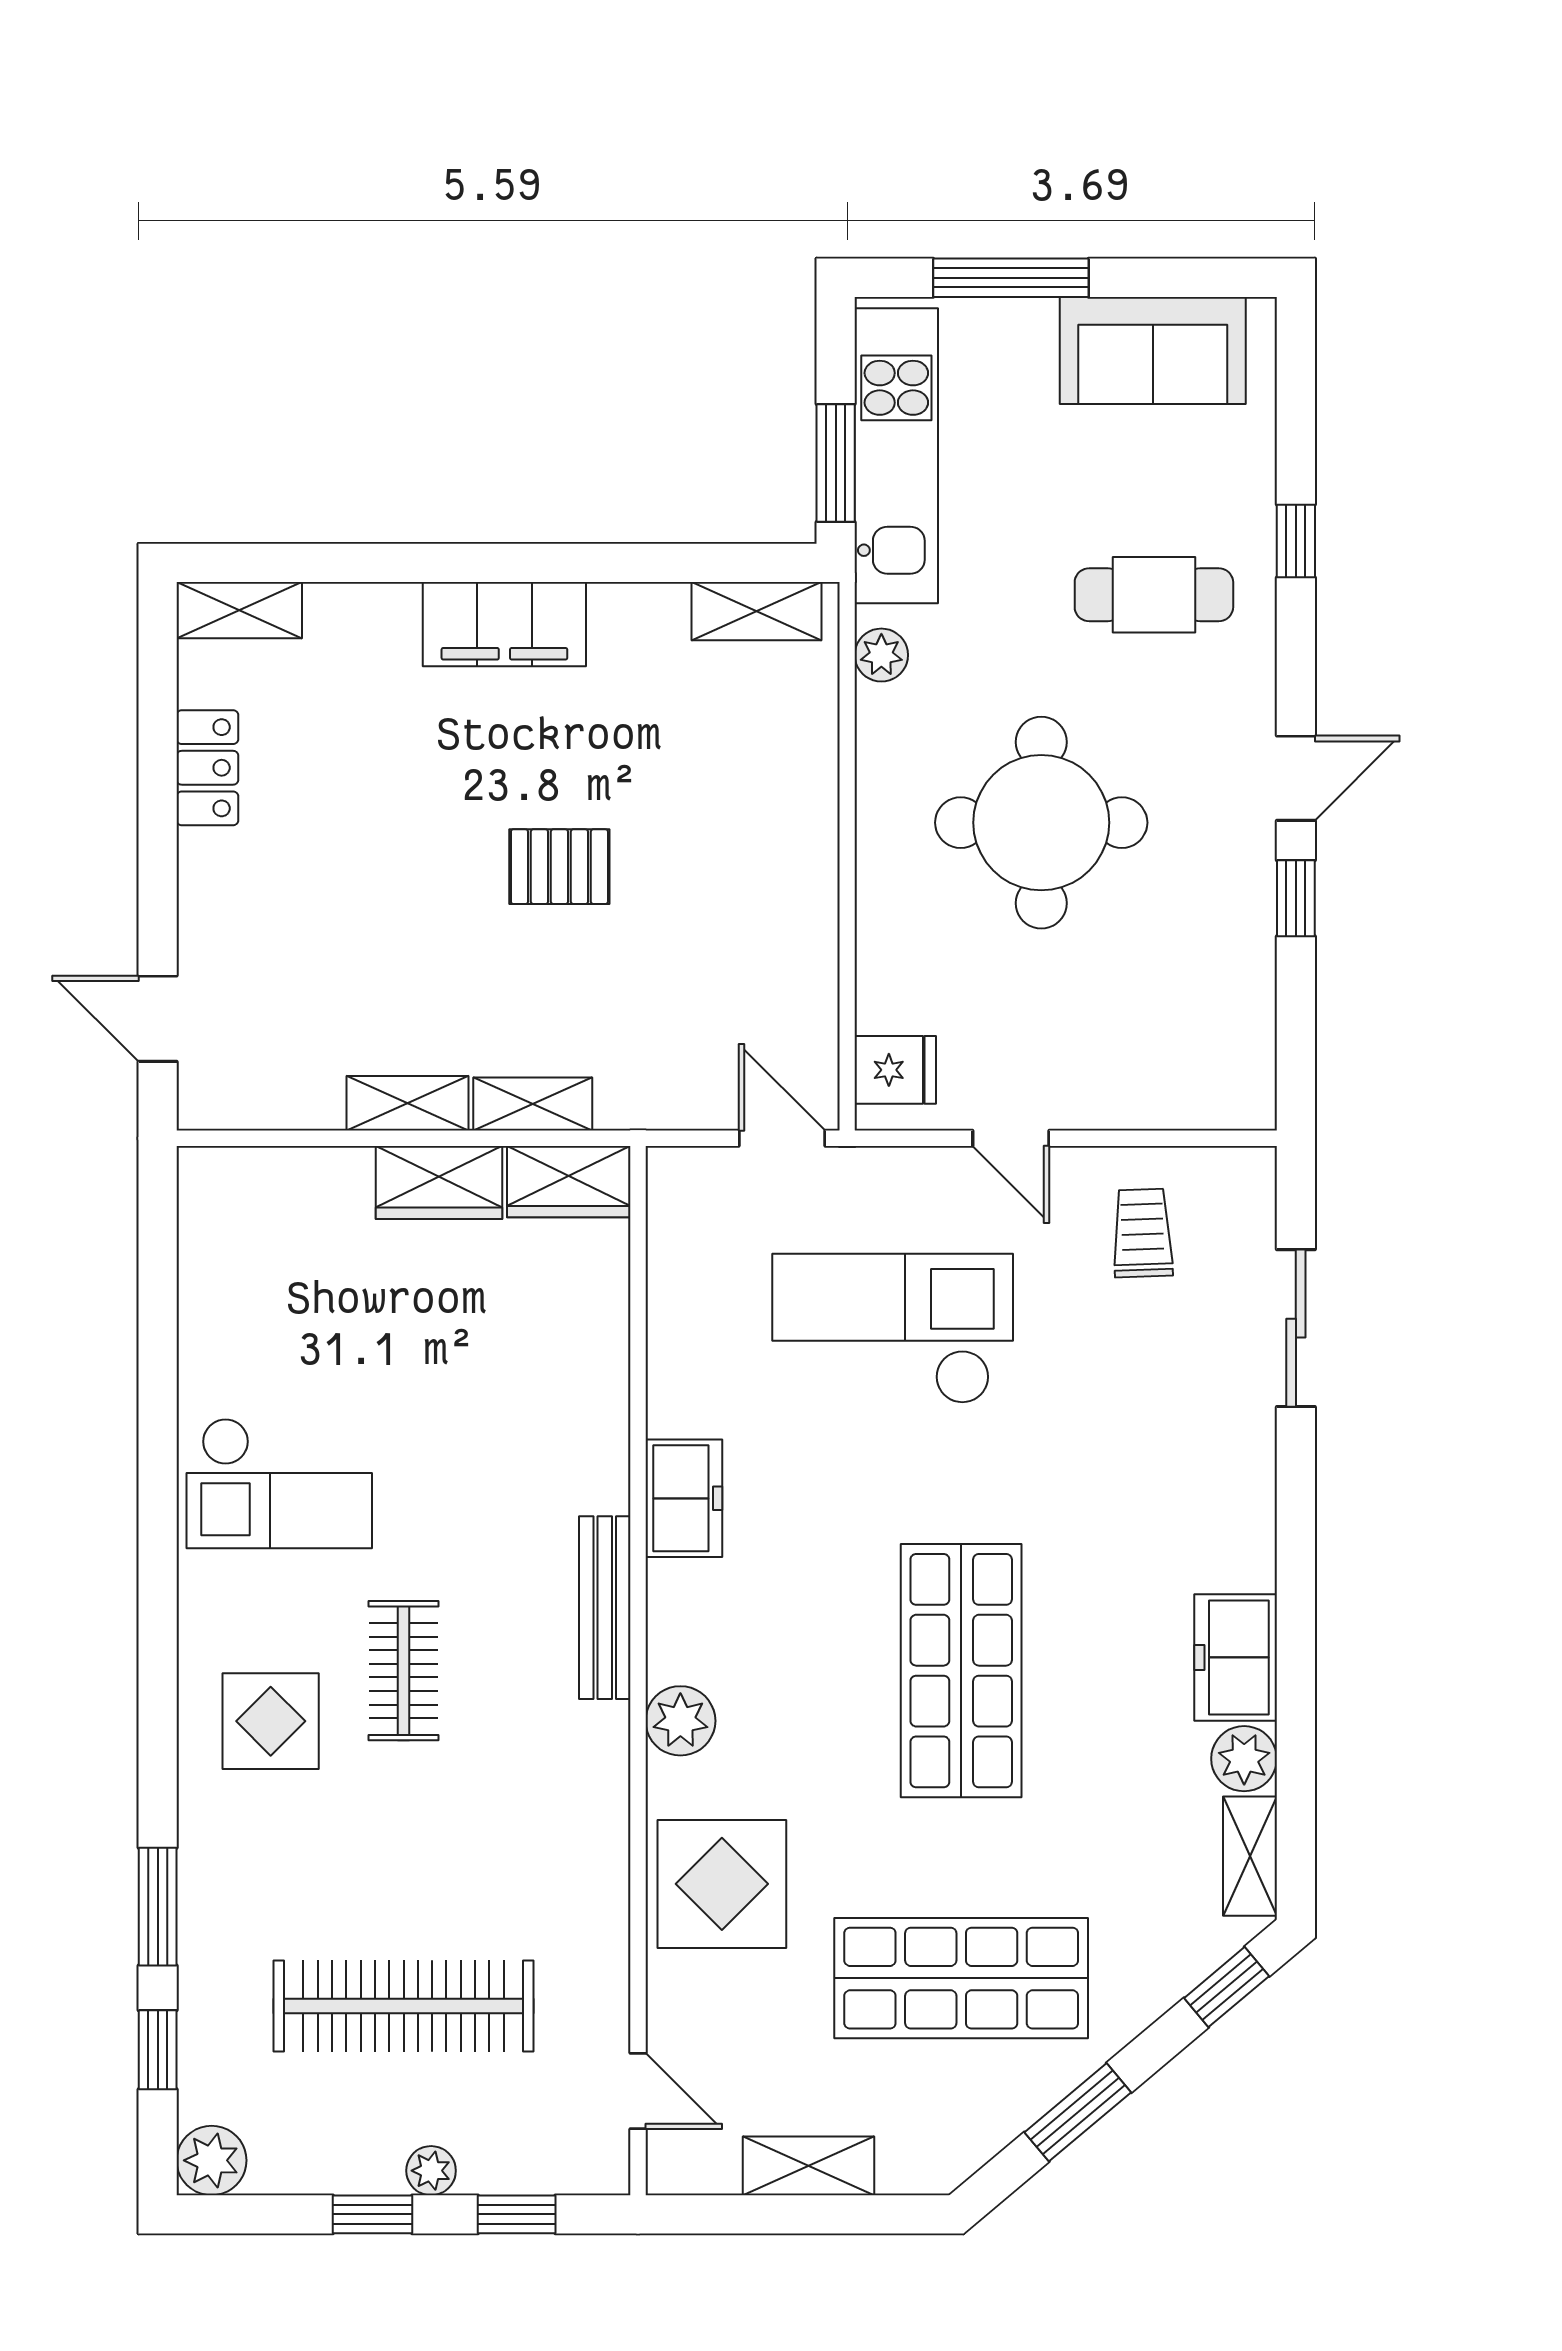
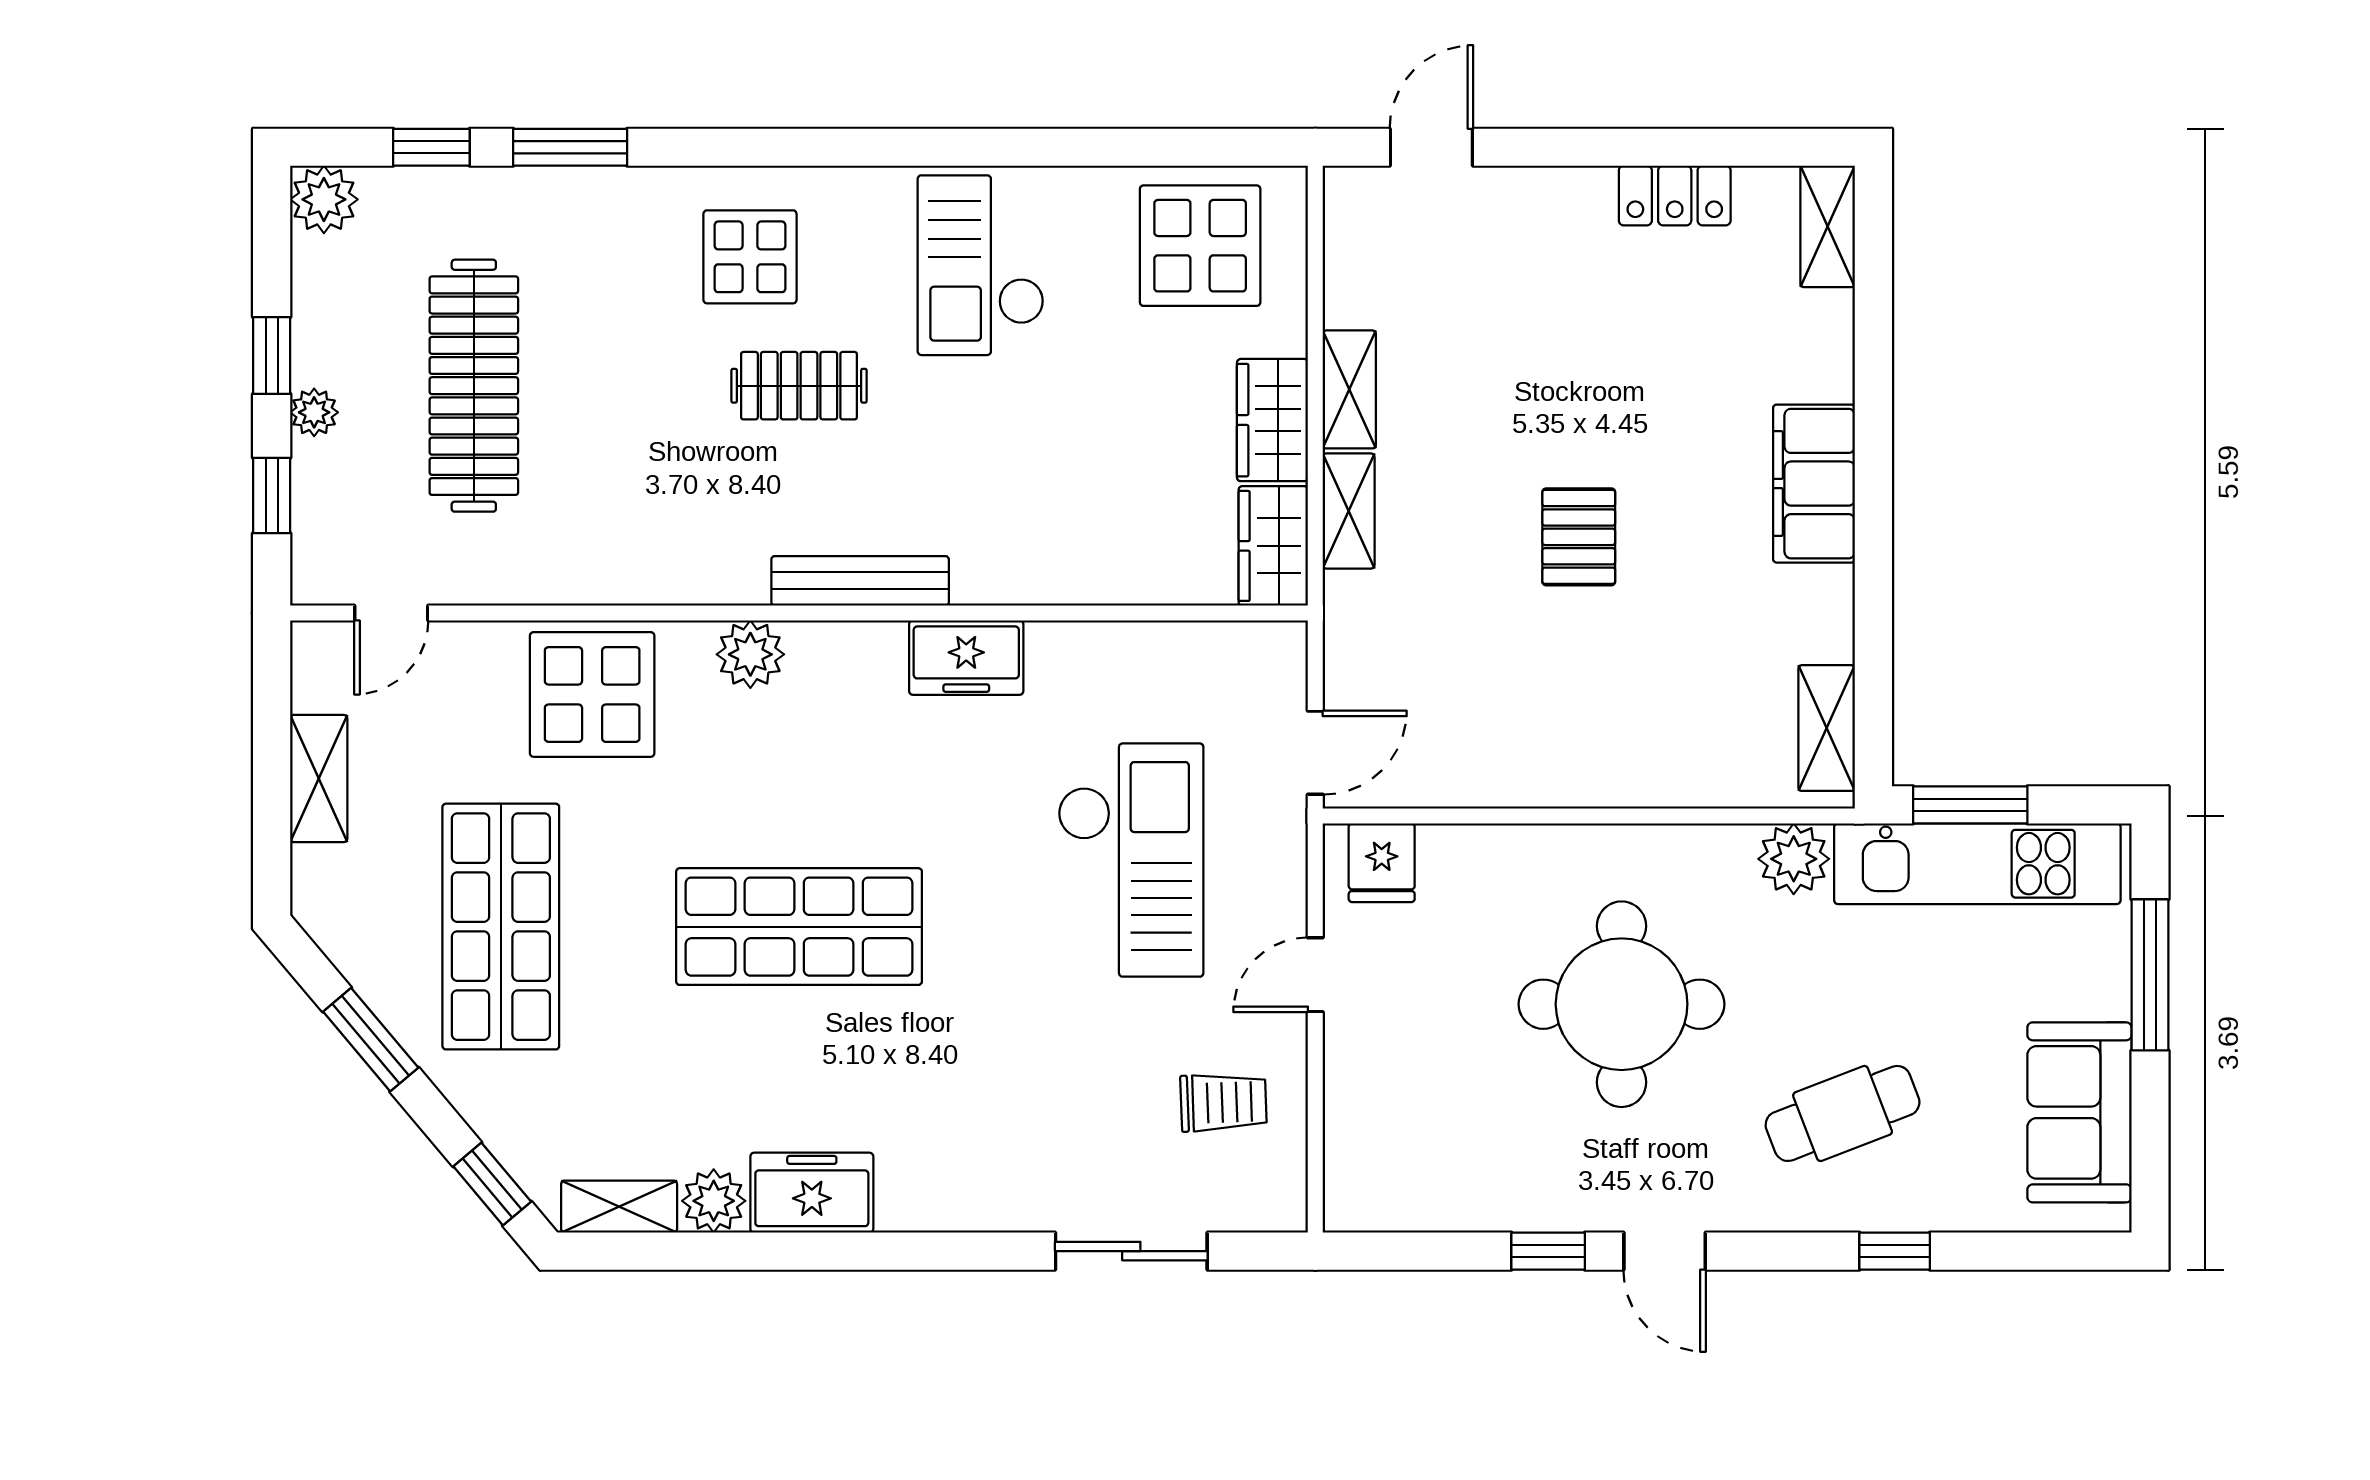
cafe table: (1154, 595) -> (1843, 1113), turned 69
plant: (881, 655) -> (1794, 859), width x1.38, depth x1.38
display table: (259, 1257) -> (1200, 246), added

